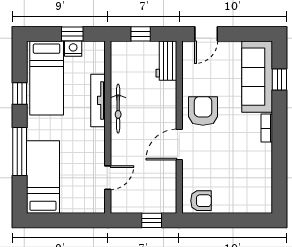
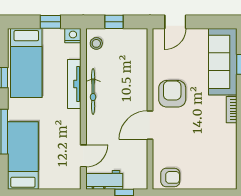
nightstand: (73, 49) -> (73, 36), moved
stool: (122, 57) -> (96, 43), added
workbench: (166, 61) -> (104, 180), moved, turned 90

